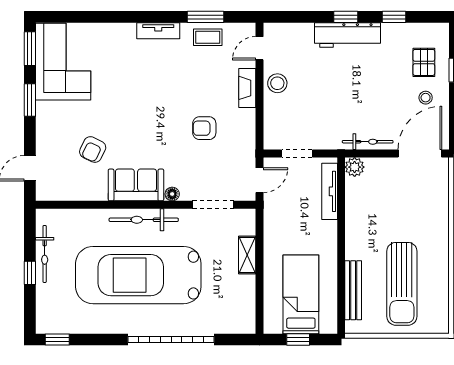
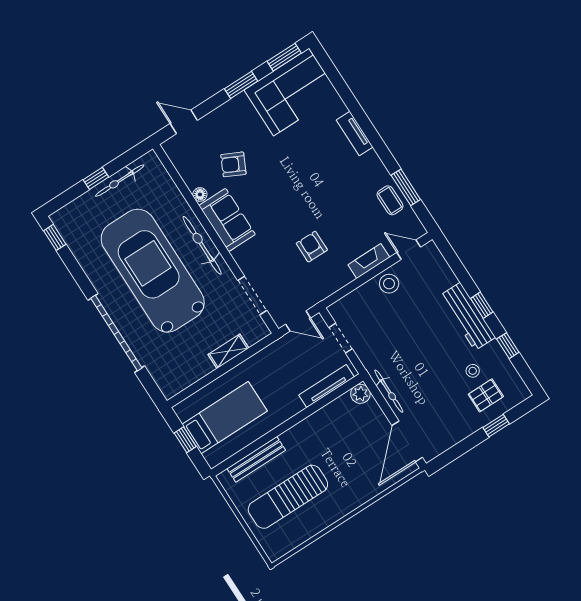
tv unit: (158, 31) -> (355, 134), moved
stool: (426, 98) -> (473, 371), moved
door: (420, 154) -> (407, 441), swing flipped
floor lamp: (172, 194) -> (200, 194), moved

